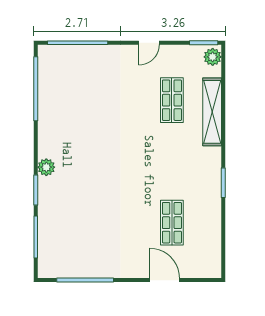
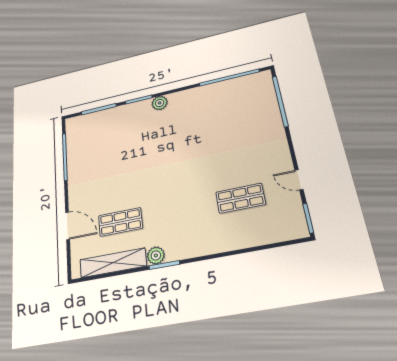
door: (149, 43) -> (299, 180), moved
plant: (213, 57) -> (156, 255), moved
shelving: (212, 112) -> (113, 263), moved
door: (165, 280) -> (68, 226), hinge flipped

